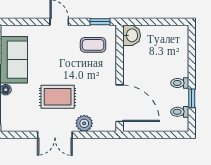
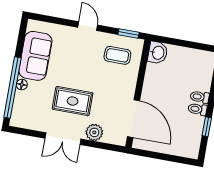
toilet: (180, 112) -> (200, 97), moved

